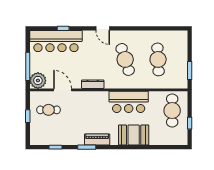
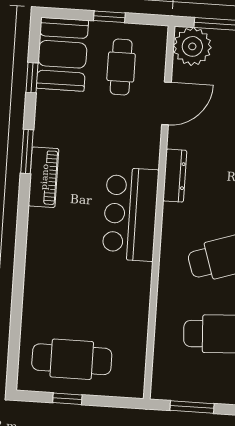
bar counter: (129, 102) -> (130, 214), moved
cafe table: (172, 111) -> (72, 359), moved
booth: (134, 135) -> (62, 54), moved

